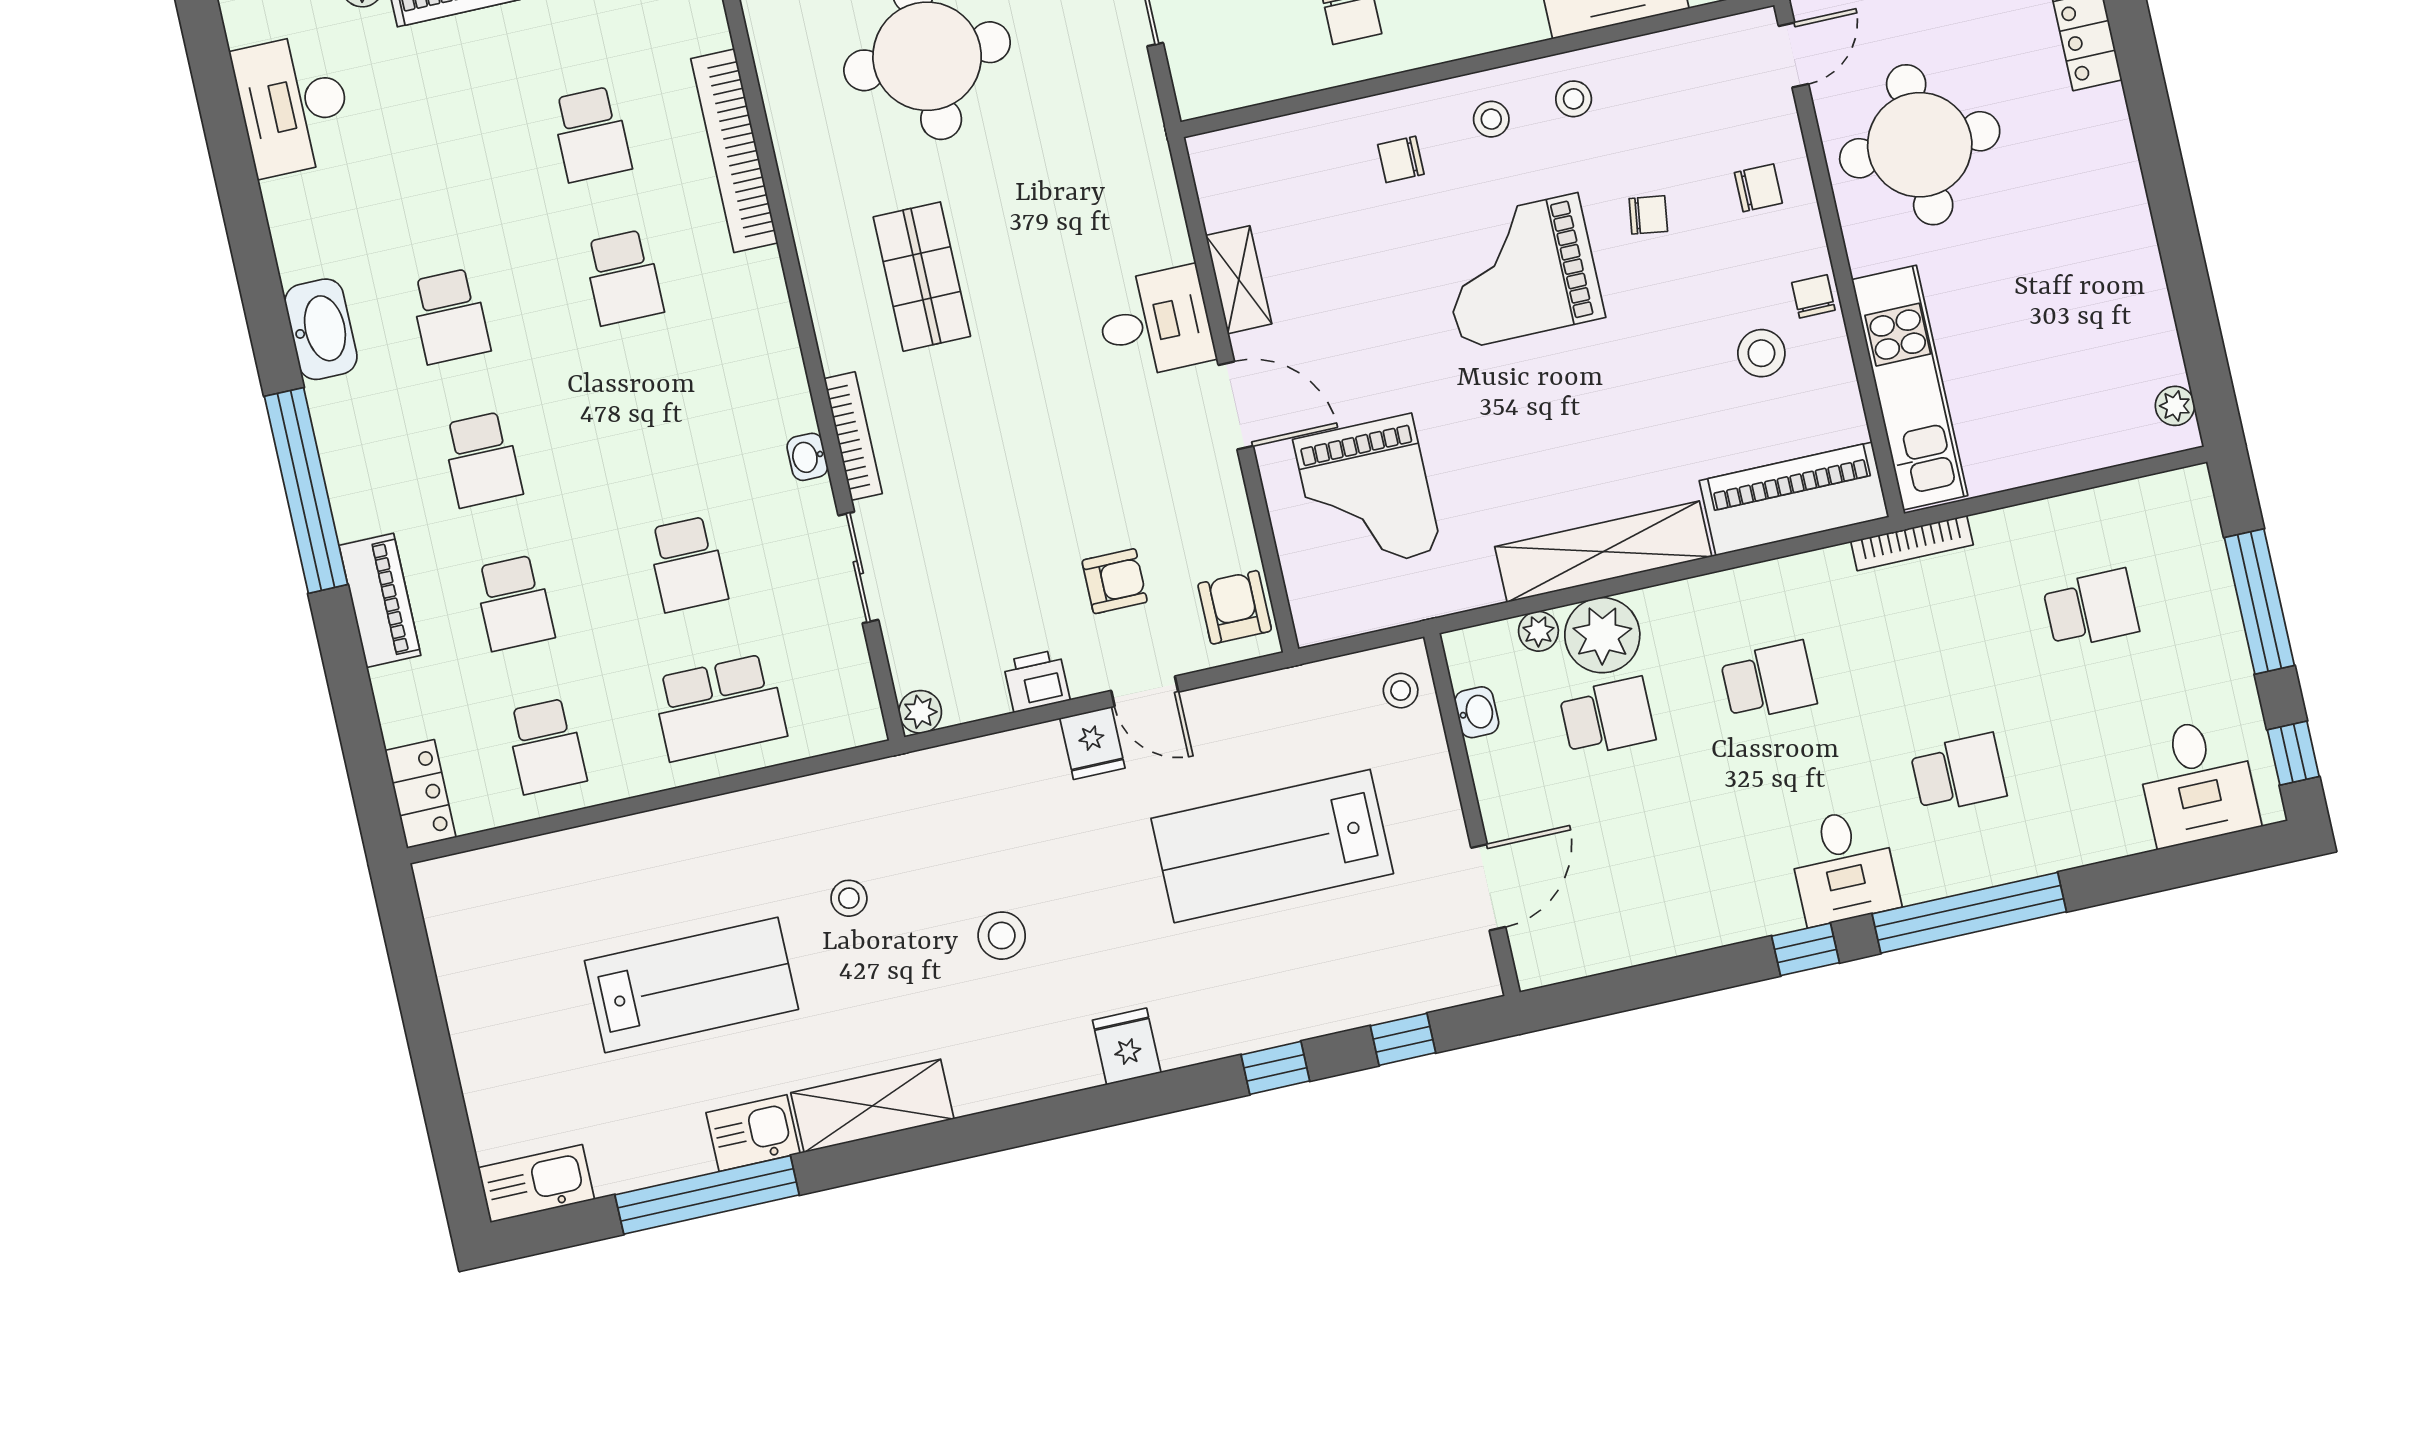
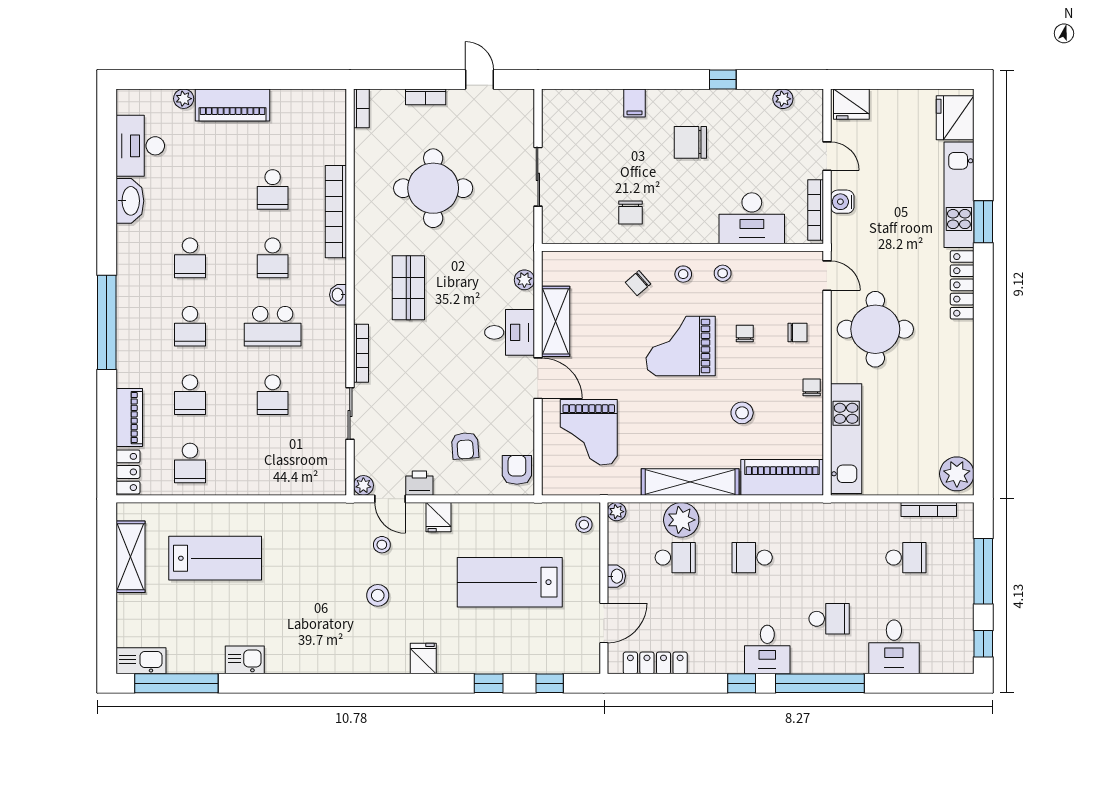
door: (1793, 55) -> (827, 276), hinge flipped
chair: (1401, 159) -> (638, 283), turned -41
plant: (1161, 206) -> (524, 280), added
chair: (1648, 215) -> (745, 334), turned -98
shelving: (1239, 280) -> (556, 321), width x1.50, depth x1.33
washbasin: (321, 329) -> (130, 201), moved
stool: (1761, 353) -> (742, 413), moved
plant: (2175, 406) -> (957, 474), width x1.87, depth x1.87
washbasin: (807, 457) -> (338, 295), moved
bookcase: (1912, 543) -> (929, 509), moved
armchair: (1115, 581) -> (465, 446), turned 86
piano: (380, 600) -> (129, 418), moved
plant: (1538, 631) -> (617, 512), moved
school desk: (1769, 681) -> (752, 558), turned 180
door: (1145, 691) -> (390, 499), moved
school desk: (719, 707) -> (273, 326), moved
washbasin: (1477, 712) -> (616, 576), moved
desk: (2197, 782) -> (894, 647), moved
stool: (849, 898) -> (382, 545), moved
locker: (1615, 947) -> (655, 663), added
lab bench: (691, 985) -> (215, 558), moved
shelving: (872, 1106) -> (130, 557), moved, turned 90
window: (707, 1195) -> (176, 683), moved

